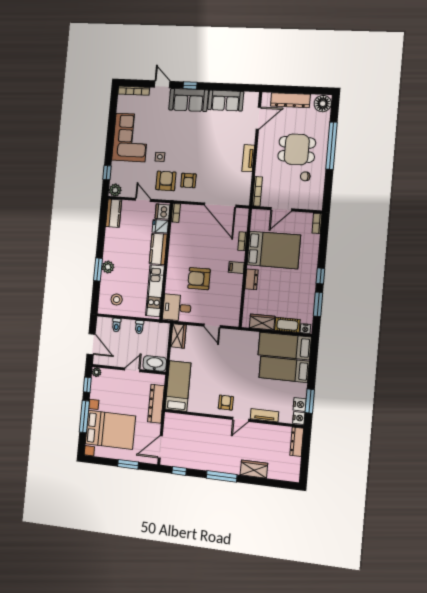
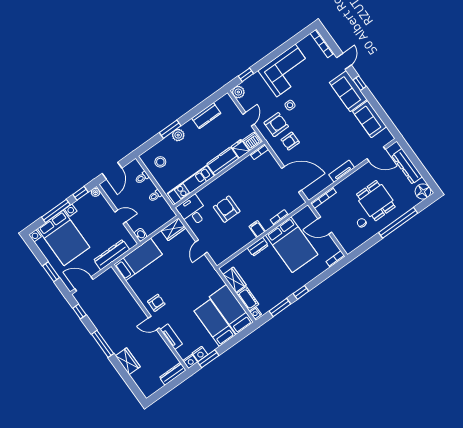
door: (220, 205) -> (292, 179), swing flipped
kitchen counter: (114, 213) -> (206, 116), moved
washbasin: (155, 363) -> (141, 235), width x0.52, depth x0.69

